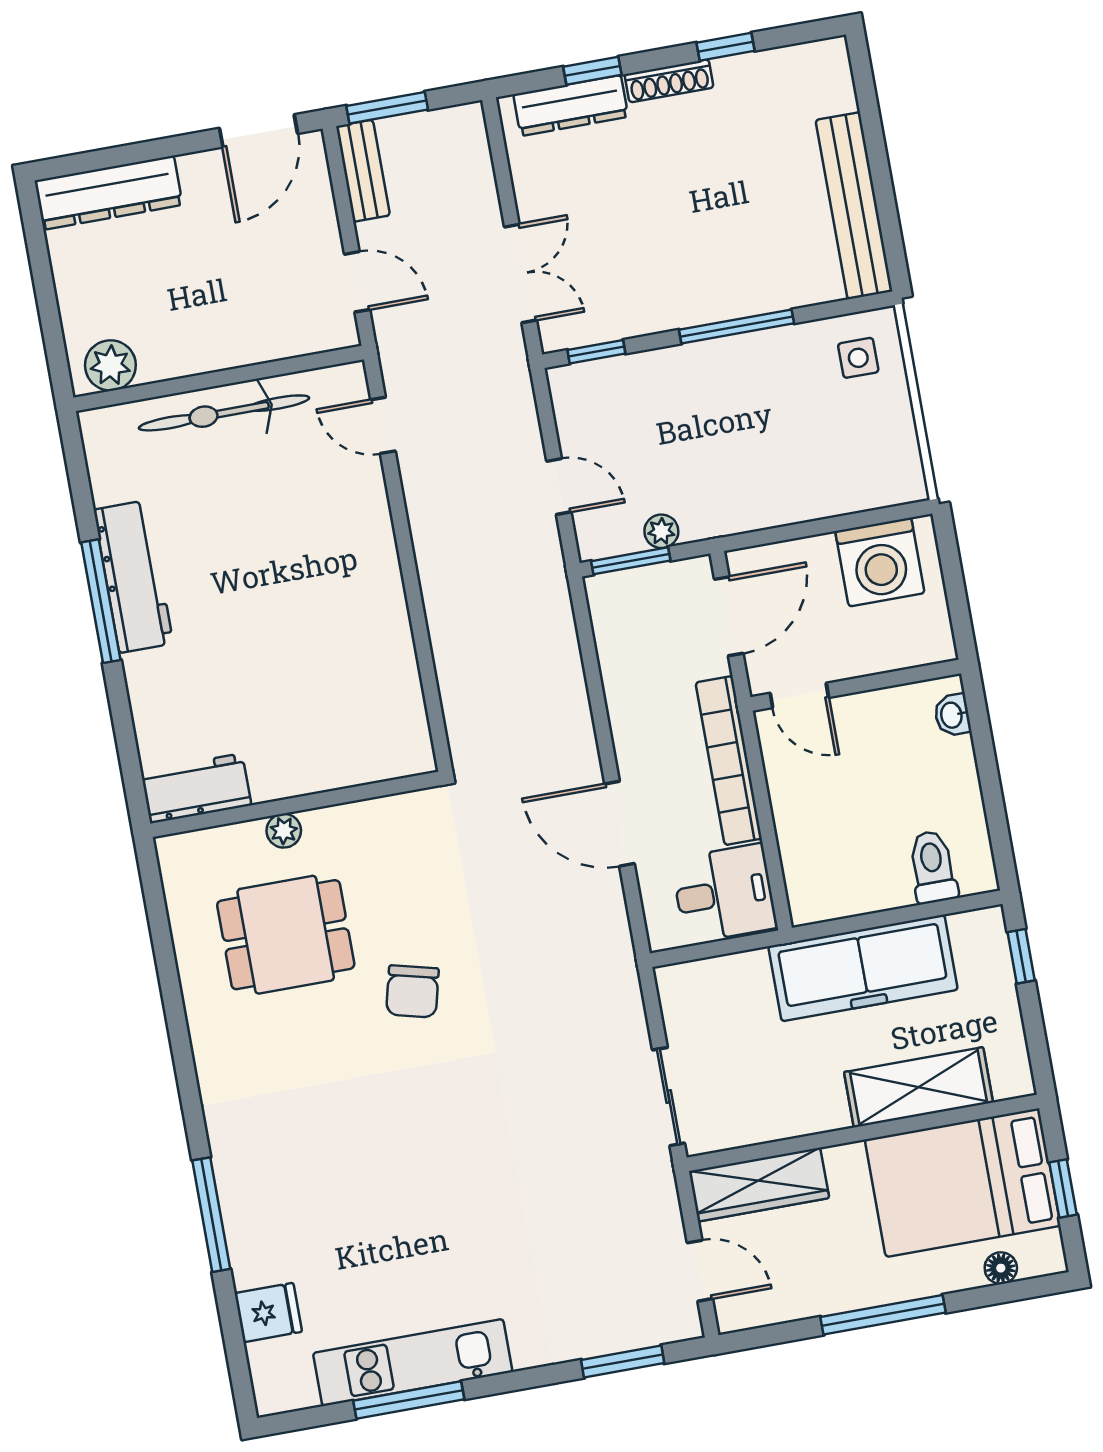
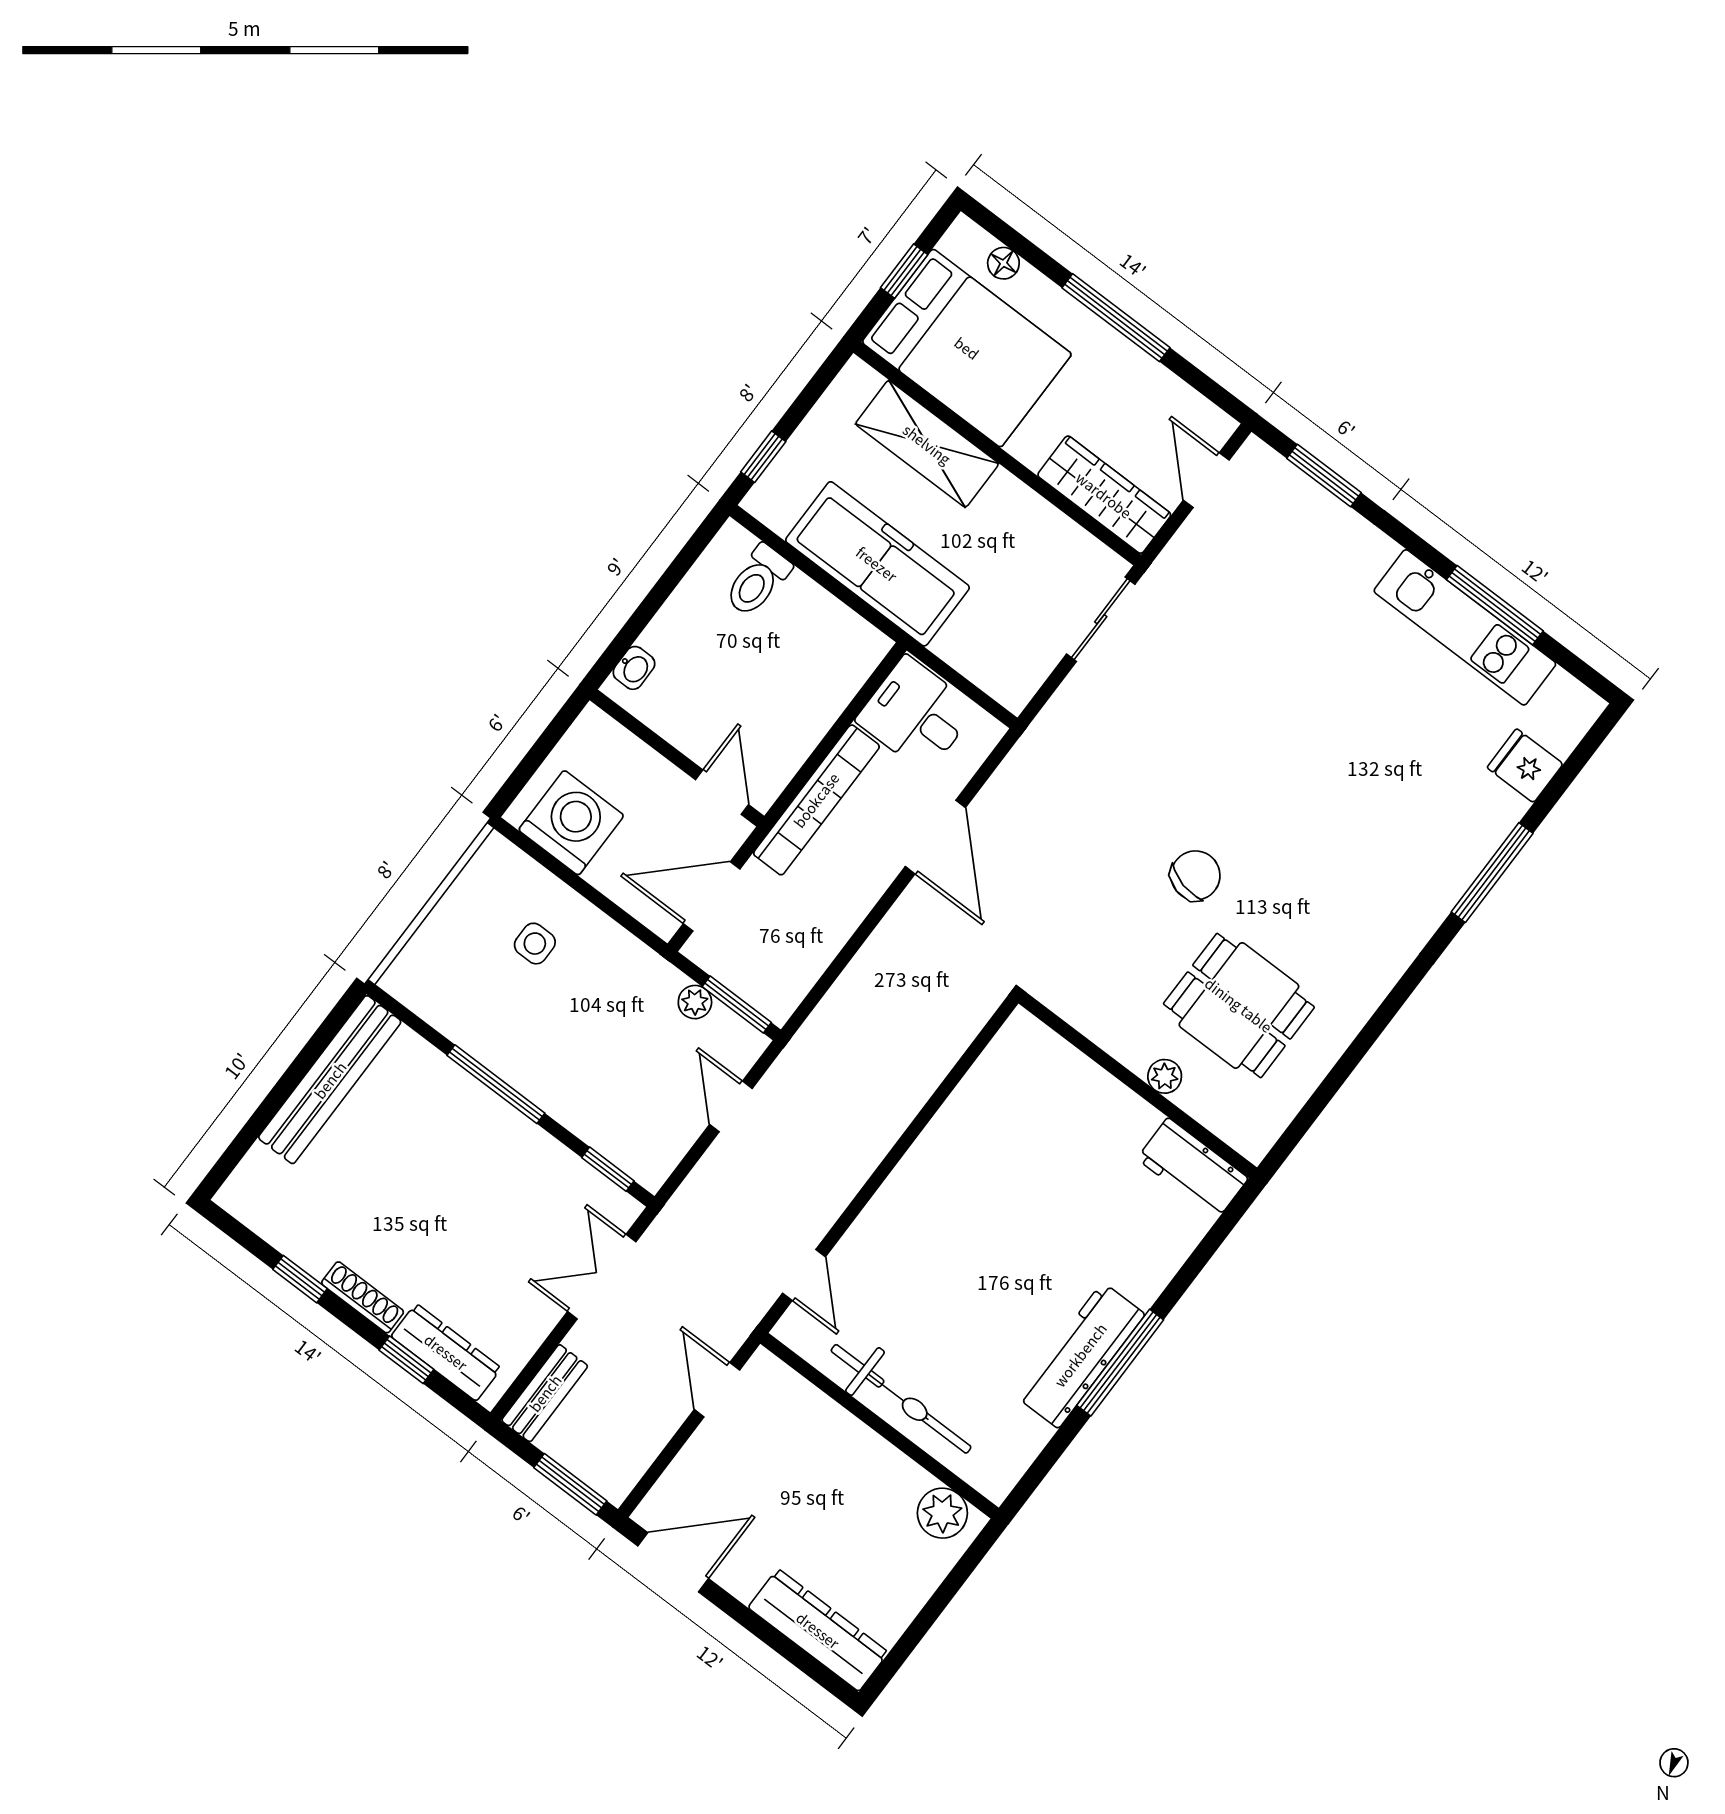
bench: (363, 171) -> (545, 1393), moved
side table: (858, 358) -> (535, 944), moved

